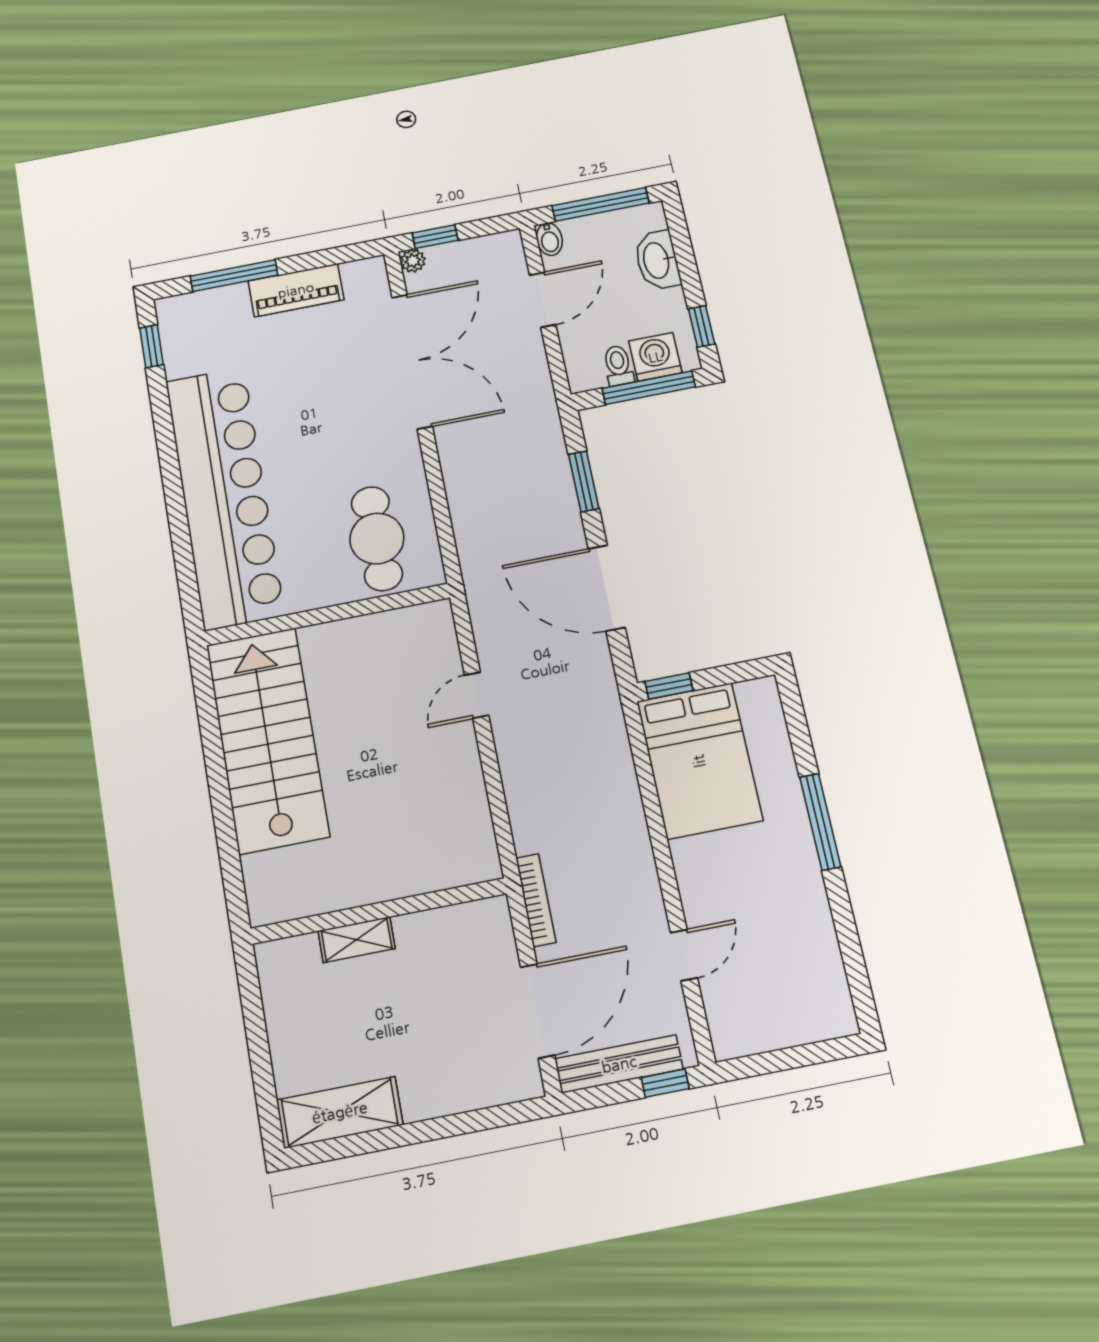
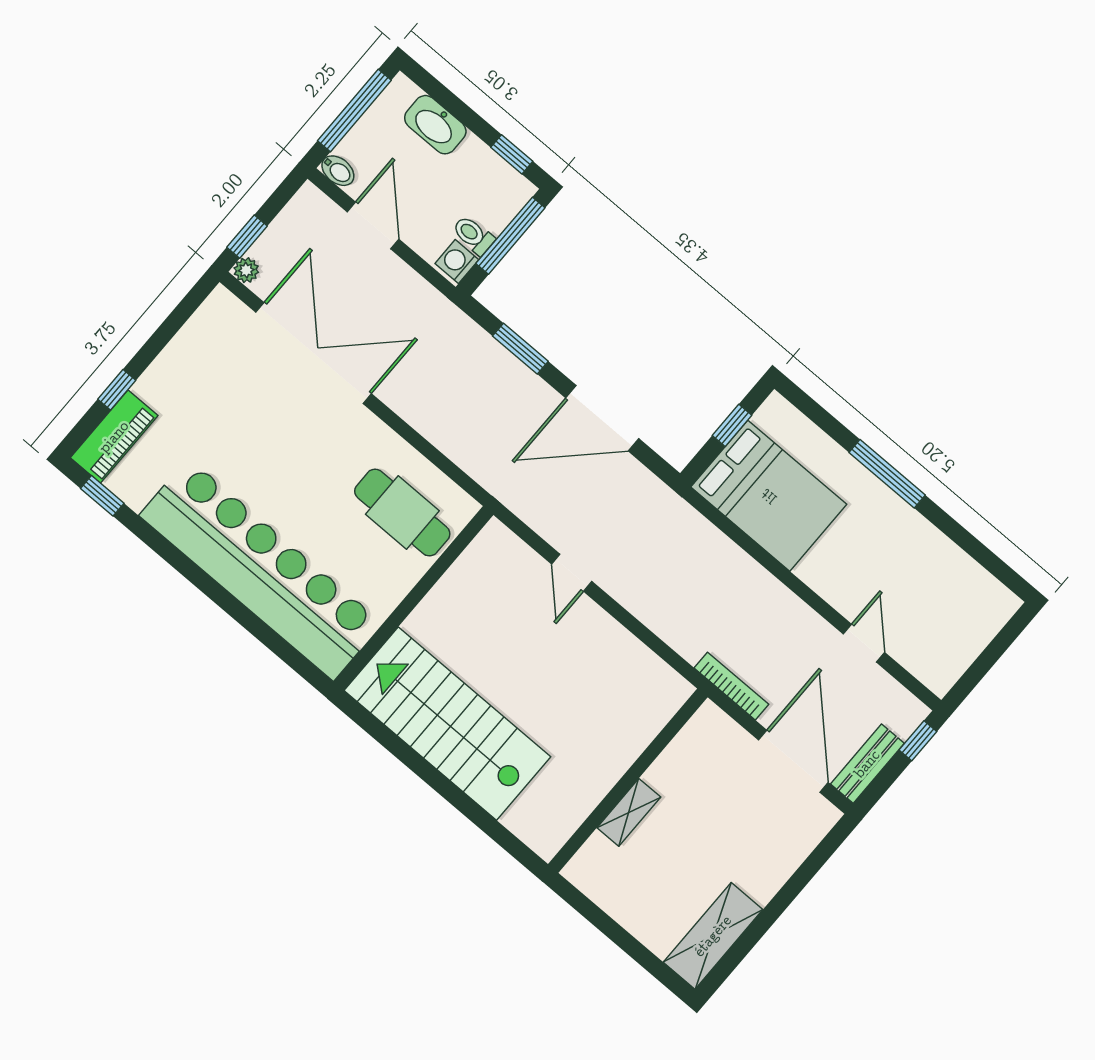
window: (234, 276) -> (117, 390), width x0.46
piano: (296, 290) -> (114, 437), moved
washing machine: (655, 357) -> (457, 262), moved, width x0.73, depth x0.73
window: (669, 686) -> (732, 425), moved
bench: (619, 1064) -> (867, 764), width x0.73

